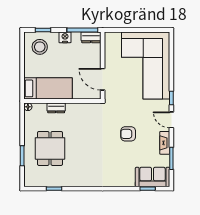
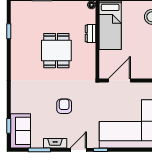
dining table: (50, 148) -> (56, 51), moved, turned 90

